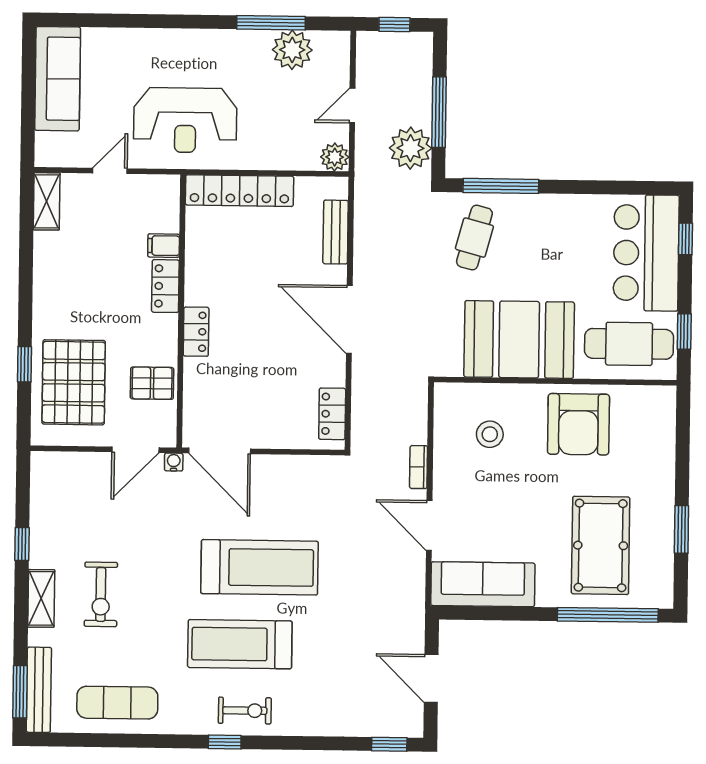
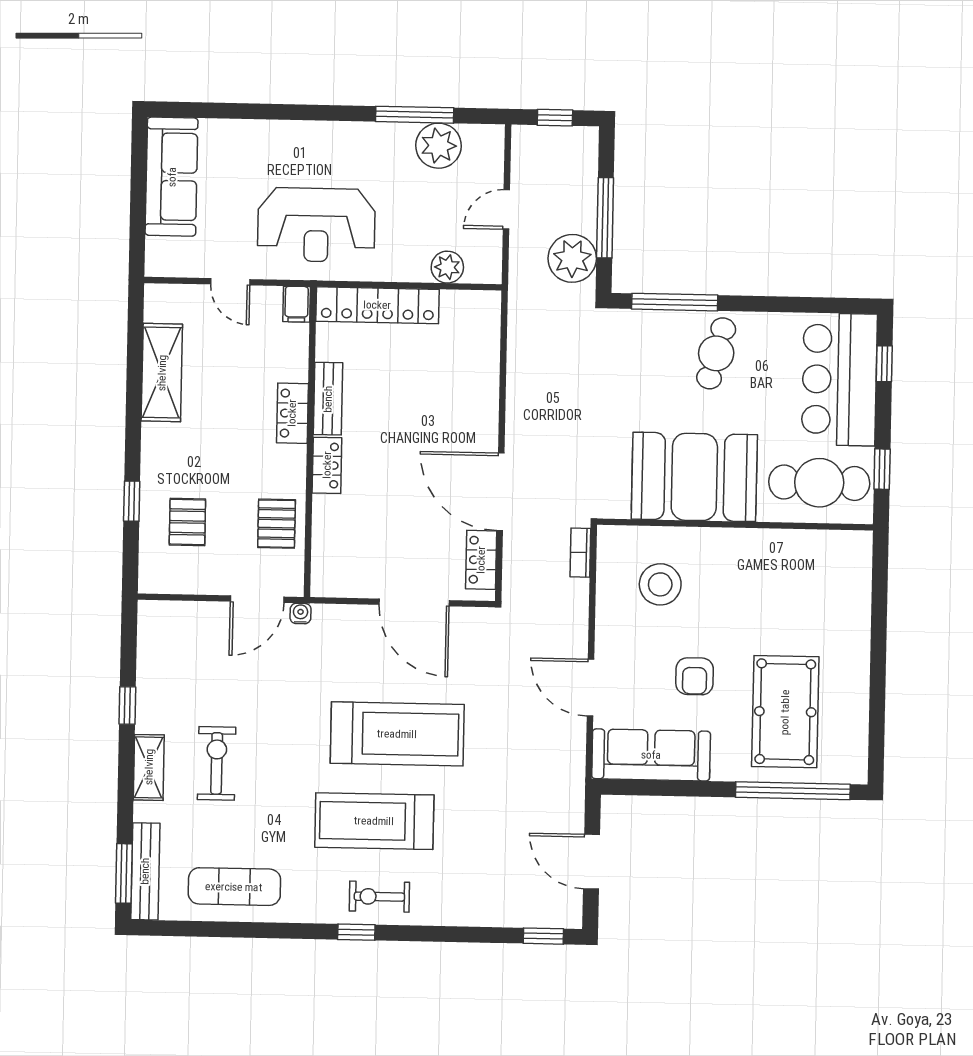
plant: (335, 157) -> (447, 267), moved
door: (110, 171) -> (230, 282), swing flipped
shelving: (47, 201) -> (162, 373), moved, width x1.50, depth x1.33
bench: (336, 232) -> (328, 399), moved
cafe table: (474, 238) -> (716, 353), moved
filing cabinet: (164, 246) -> (297, 304), moved, turned -90
door: (349, 319) -> (500, 492), moved
pallet: (74, 382) -> (187, 522), width x0.49, depth x0.50
pallet: (152, 383) -> (277, 524), turned 90
armchair: (578, 424) -> (695, 676), moved, width x0.53, depth x0.53
stool: (490, 434) -> (660, 584), width x1.38, depth x1.38
door: (220, 451) -> (414, 602), moved
bookcase: (419, 467) -> (580, 553), moved
window: (681, 529) -> (877, 694), removed
exercise bike: (101, 594) -> (217, 763), turned 180
exercise bike: (245, 711) -> (379, 897), turned 180

